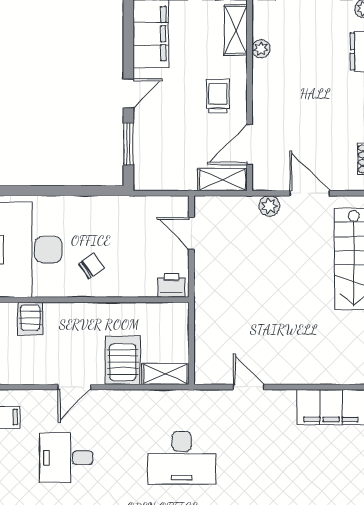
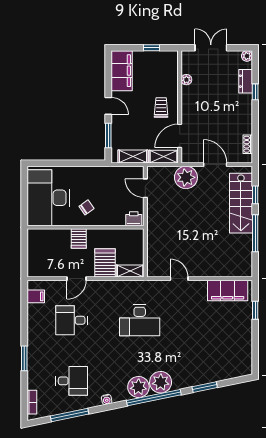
shelving: (236, 30) -> (133, 156), moved, turned 90
door: (128, 93) -> (108, 106), hinge flipped
plant: (269, 206) -> (186, 177), width x1.87, depth x1.87
server rack: (30, 319) -> (79, 239), moved

